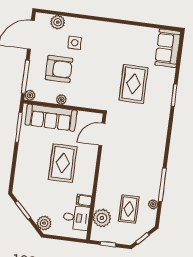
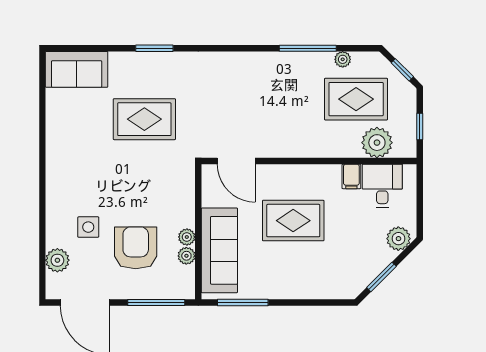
plant: (30, 95) -> (186, 256), moved
rug: (129, 209) -> (356, 99), width x1.36, depth x1.43

